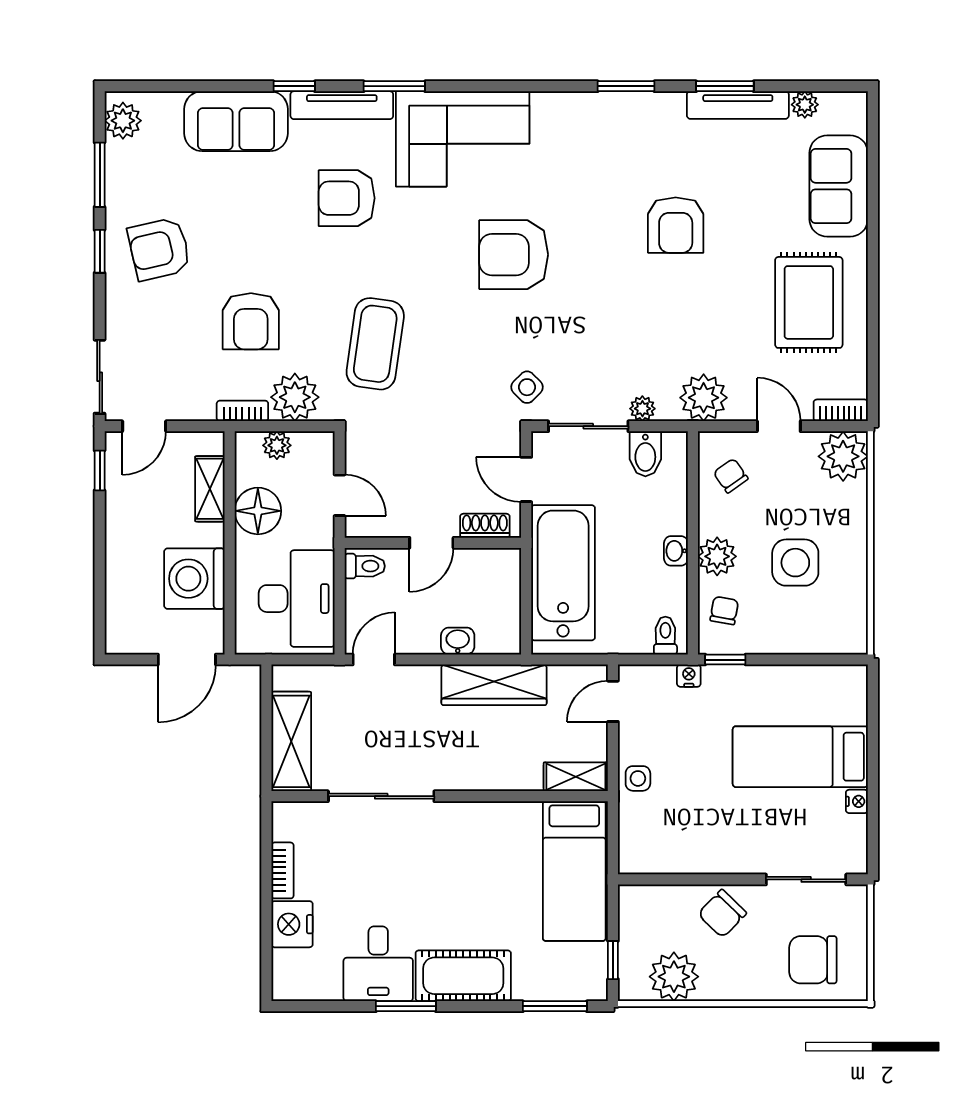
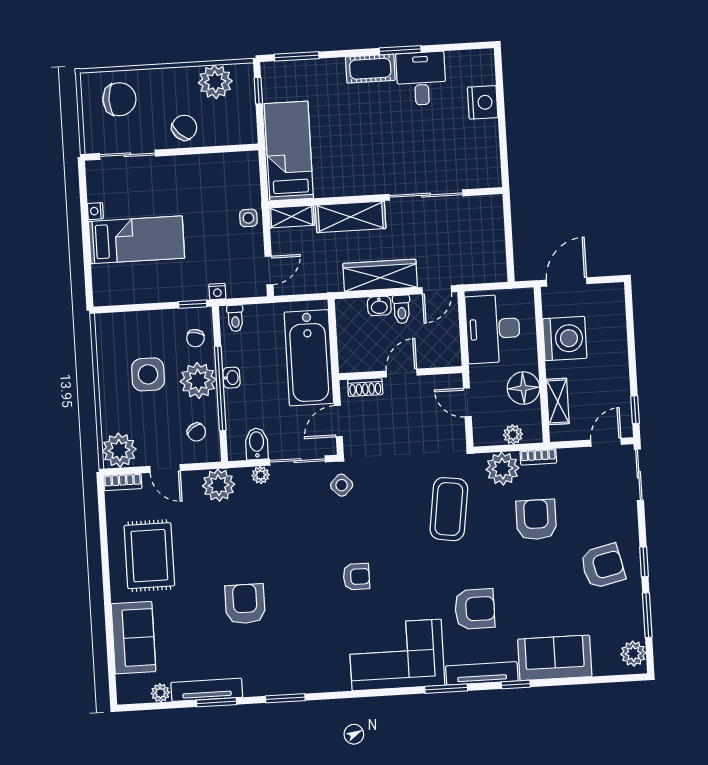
armchair: (514, 255) -> (356, 577), width x0.53, depth x0.53
door: (526, 479) -> (338, 421), swing flipped
window: (693, 536) -> (220, 388), added
plant: (717, 556) -> (198, 381), width x1.36, depth x1.36
toilet: (365, 566) -> (402, 309), moved, turned -90
wardrobe: (494, 685) -> (380, 275), moved
shelving: (291, 741) -> (351, 217), moved, turned 90
bookcase: (282, 870) -> (492, 139), removed
cot: (463, 976) -> (370, 69), width x0.73, depth x0.75

